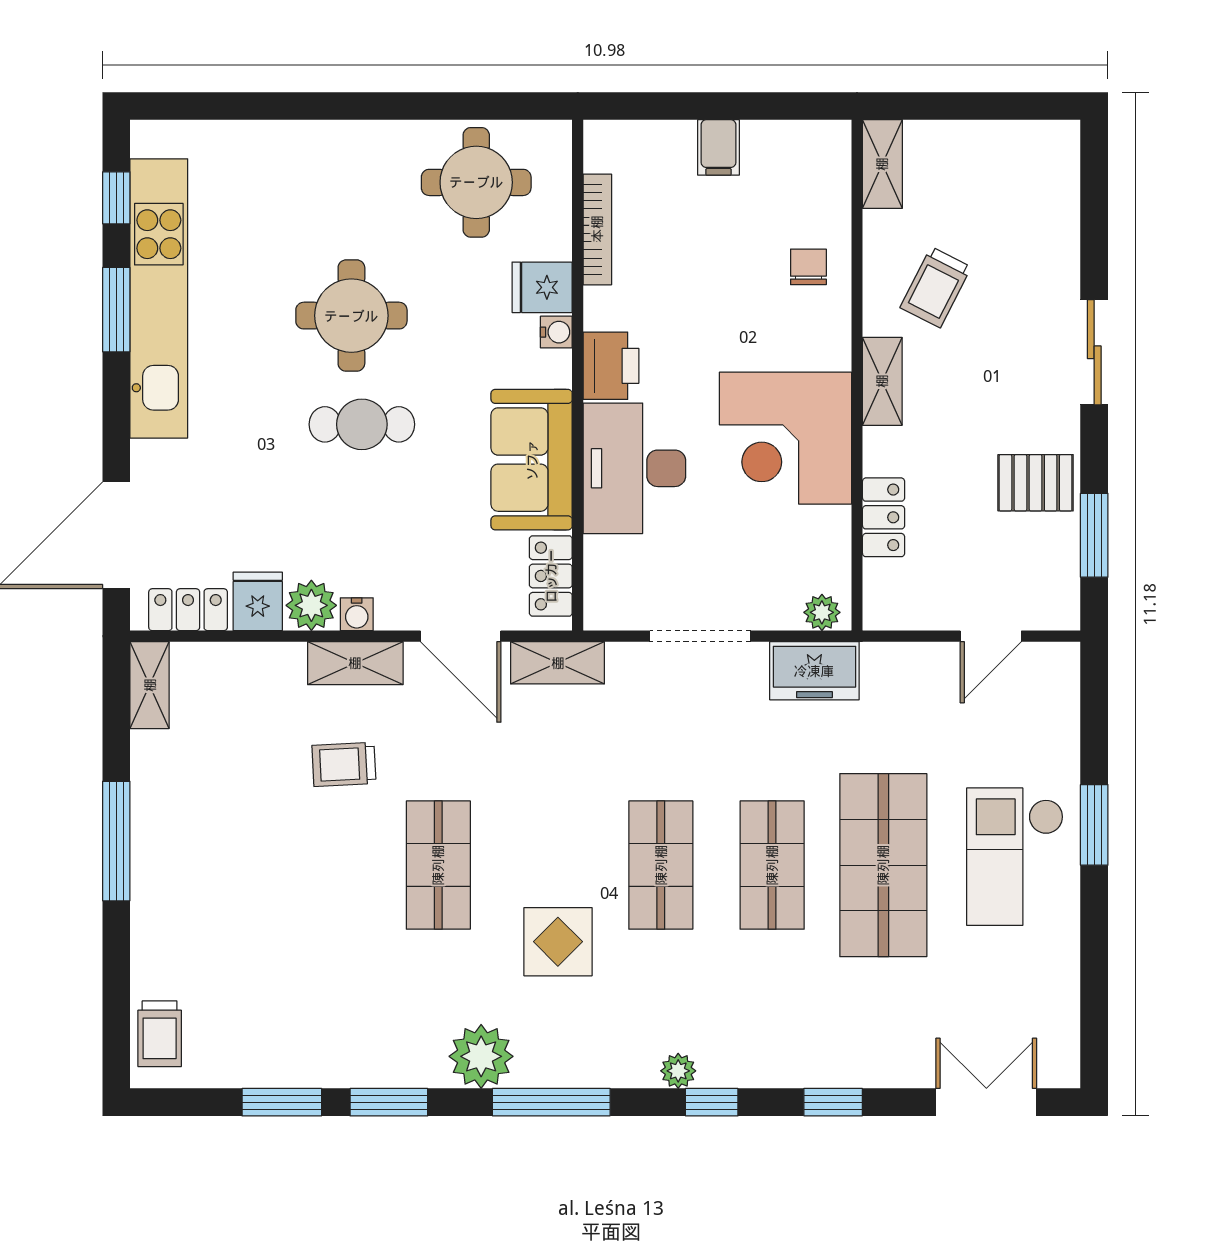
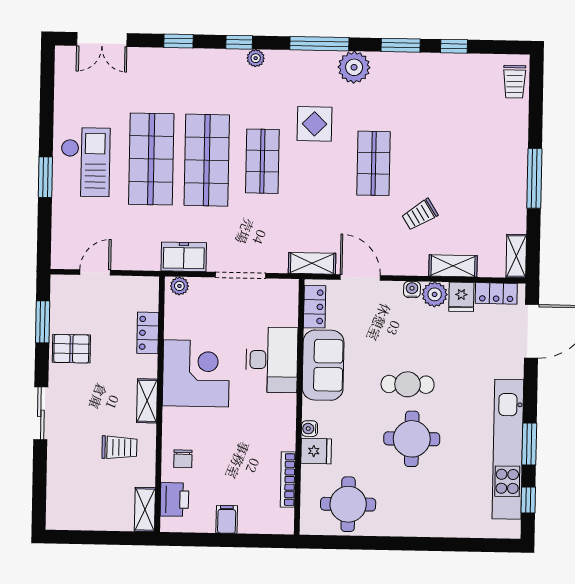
trolley: (936, 287) -> (119, 447), turned 63
printer: (611, 366) -> (174, 499), moved, turned 180
shelving: (355, 663) -> (453, 266), moved
trolley: (344, 764) -> (420, 215), turned 151
shop shelf: (772, 865) -> (207, 160), width x1.43, depth x1.36
trolley: (160, 1034) -> (515, 82), turned 180
window: (282, 1102) -> (454, 46), width x0.67

